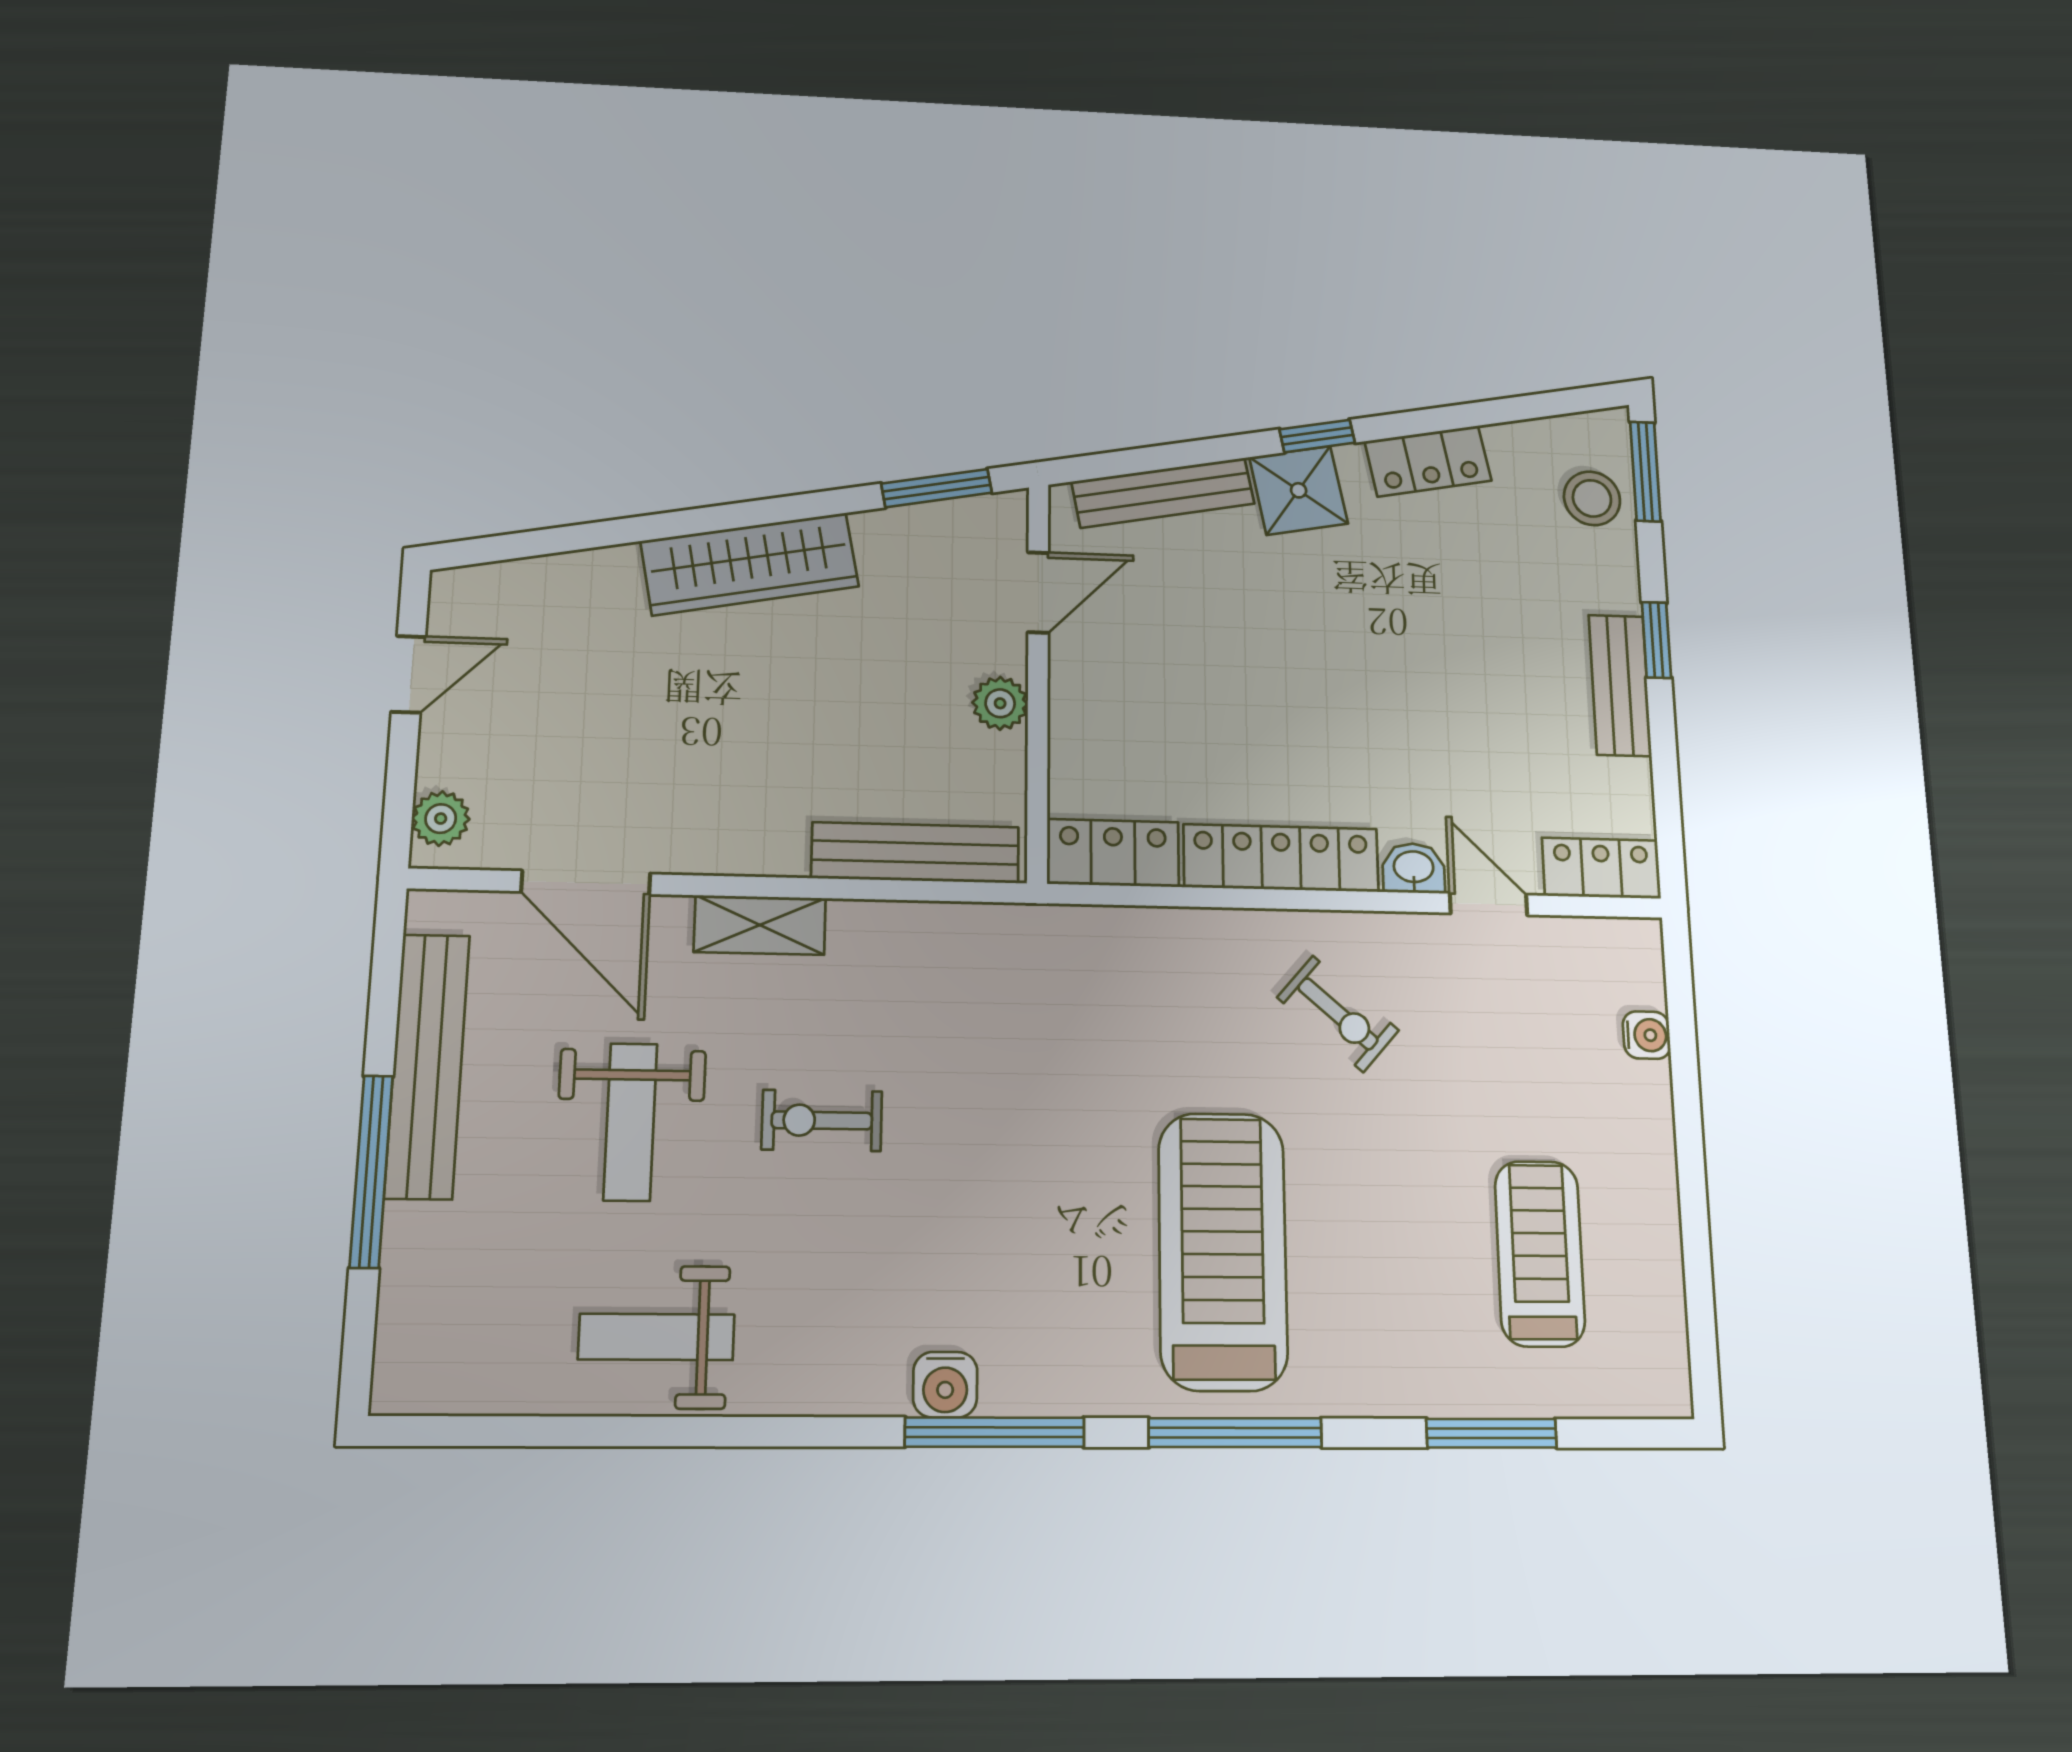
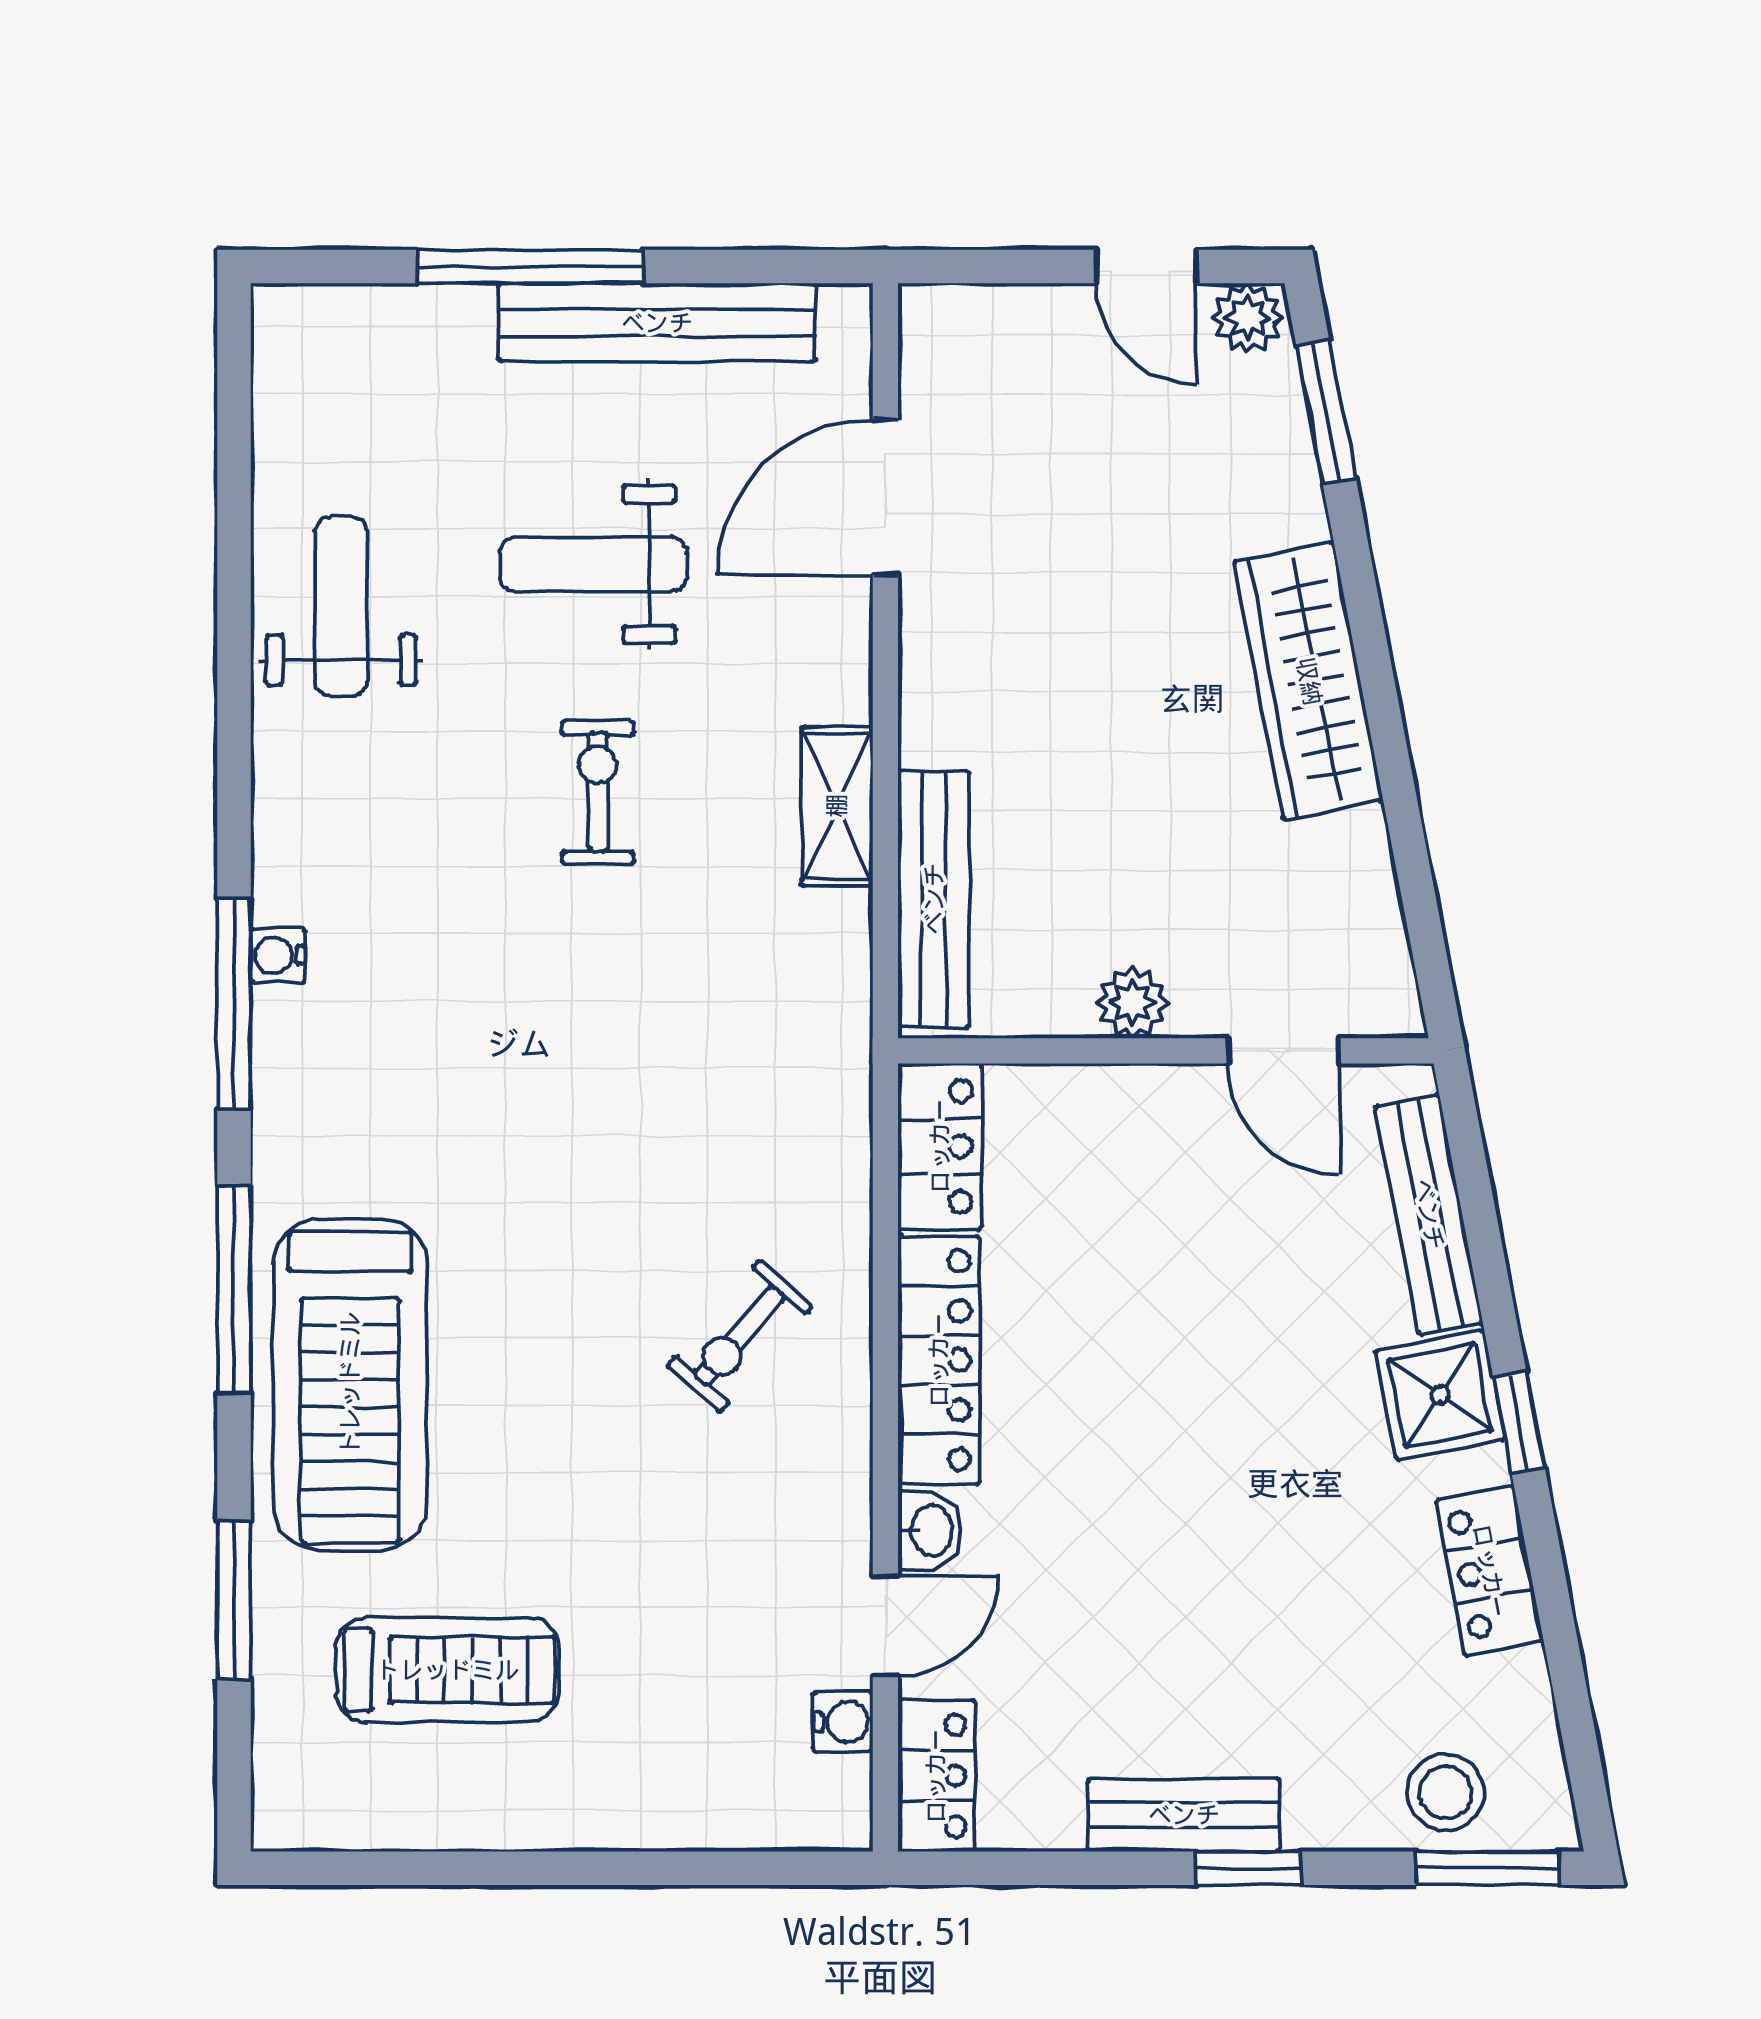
window: (937, 488) -> (1326, 412), moved
plant: (441, 819) -> (1248, 318), moved
shelving: (760, 925) -> (837, 806), moved
exercise bike: (1338, 1014) -> (740, 1336), moved
water cooler: (1647, 1035) -> (843, 1722), moved, turned -90
treadmill: (1223, 1251) -> (350, 1384), moved, turned 90
water cooler: (945, 1385) -> (278, 955), width x0.72, depth x0.72

